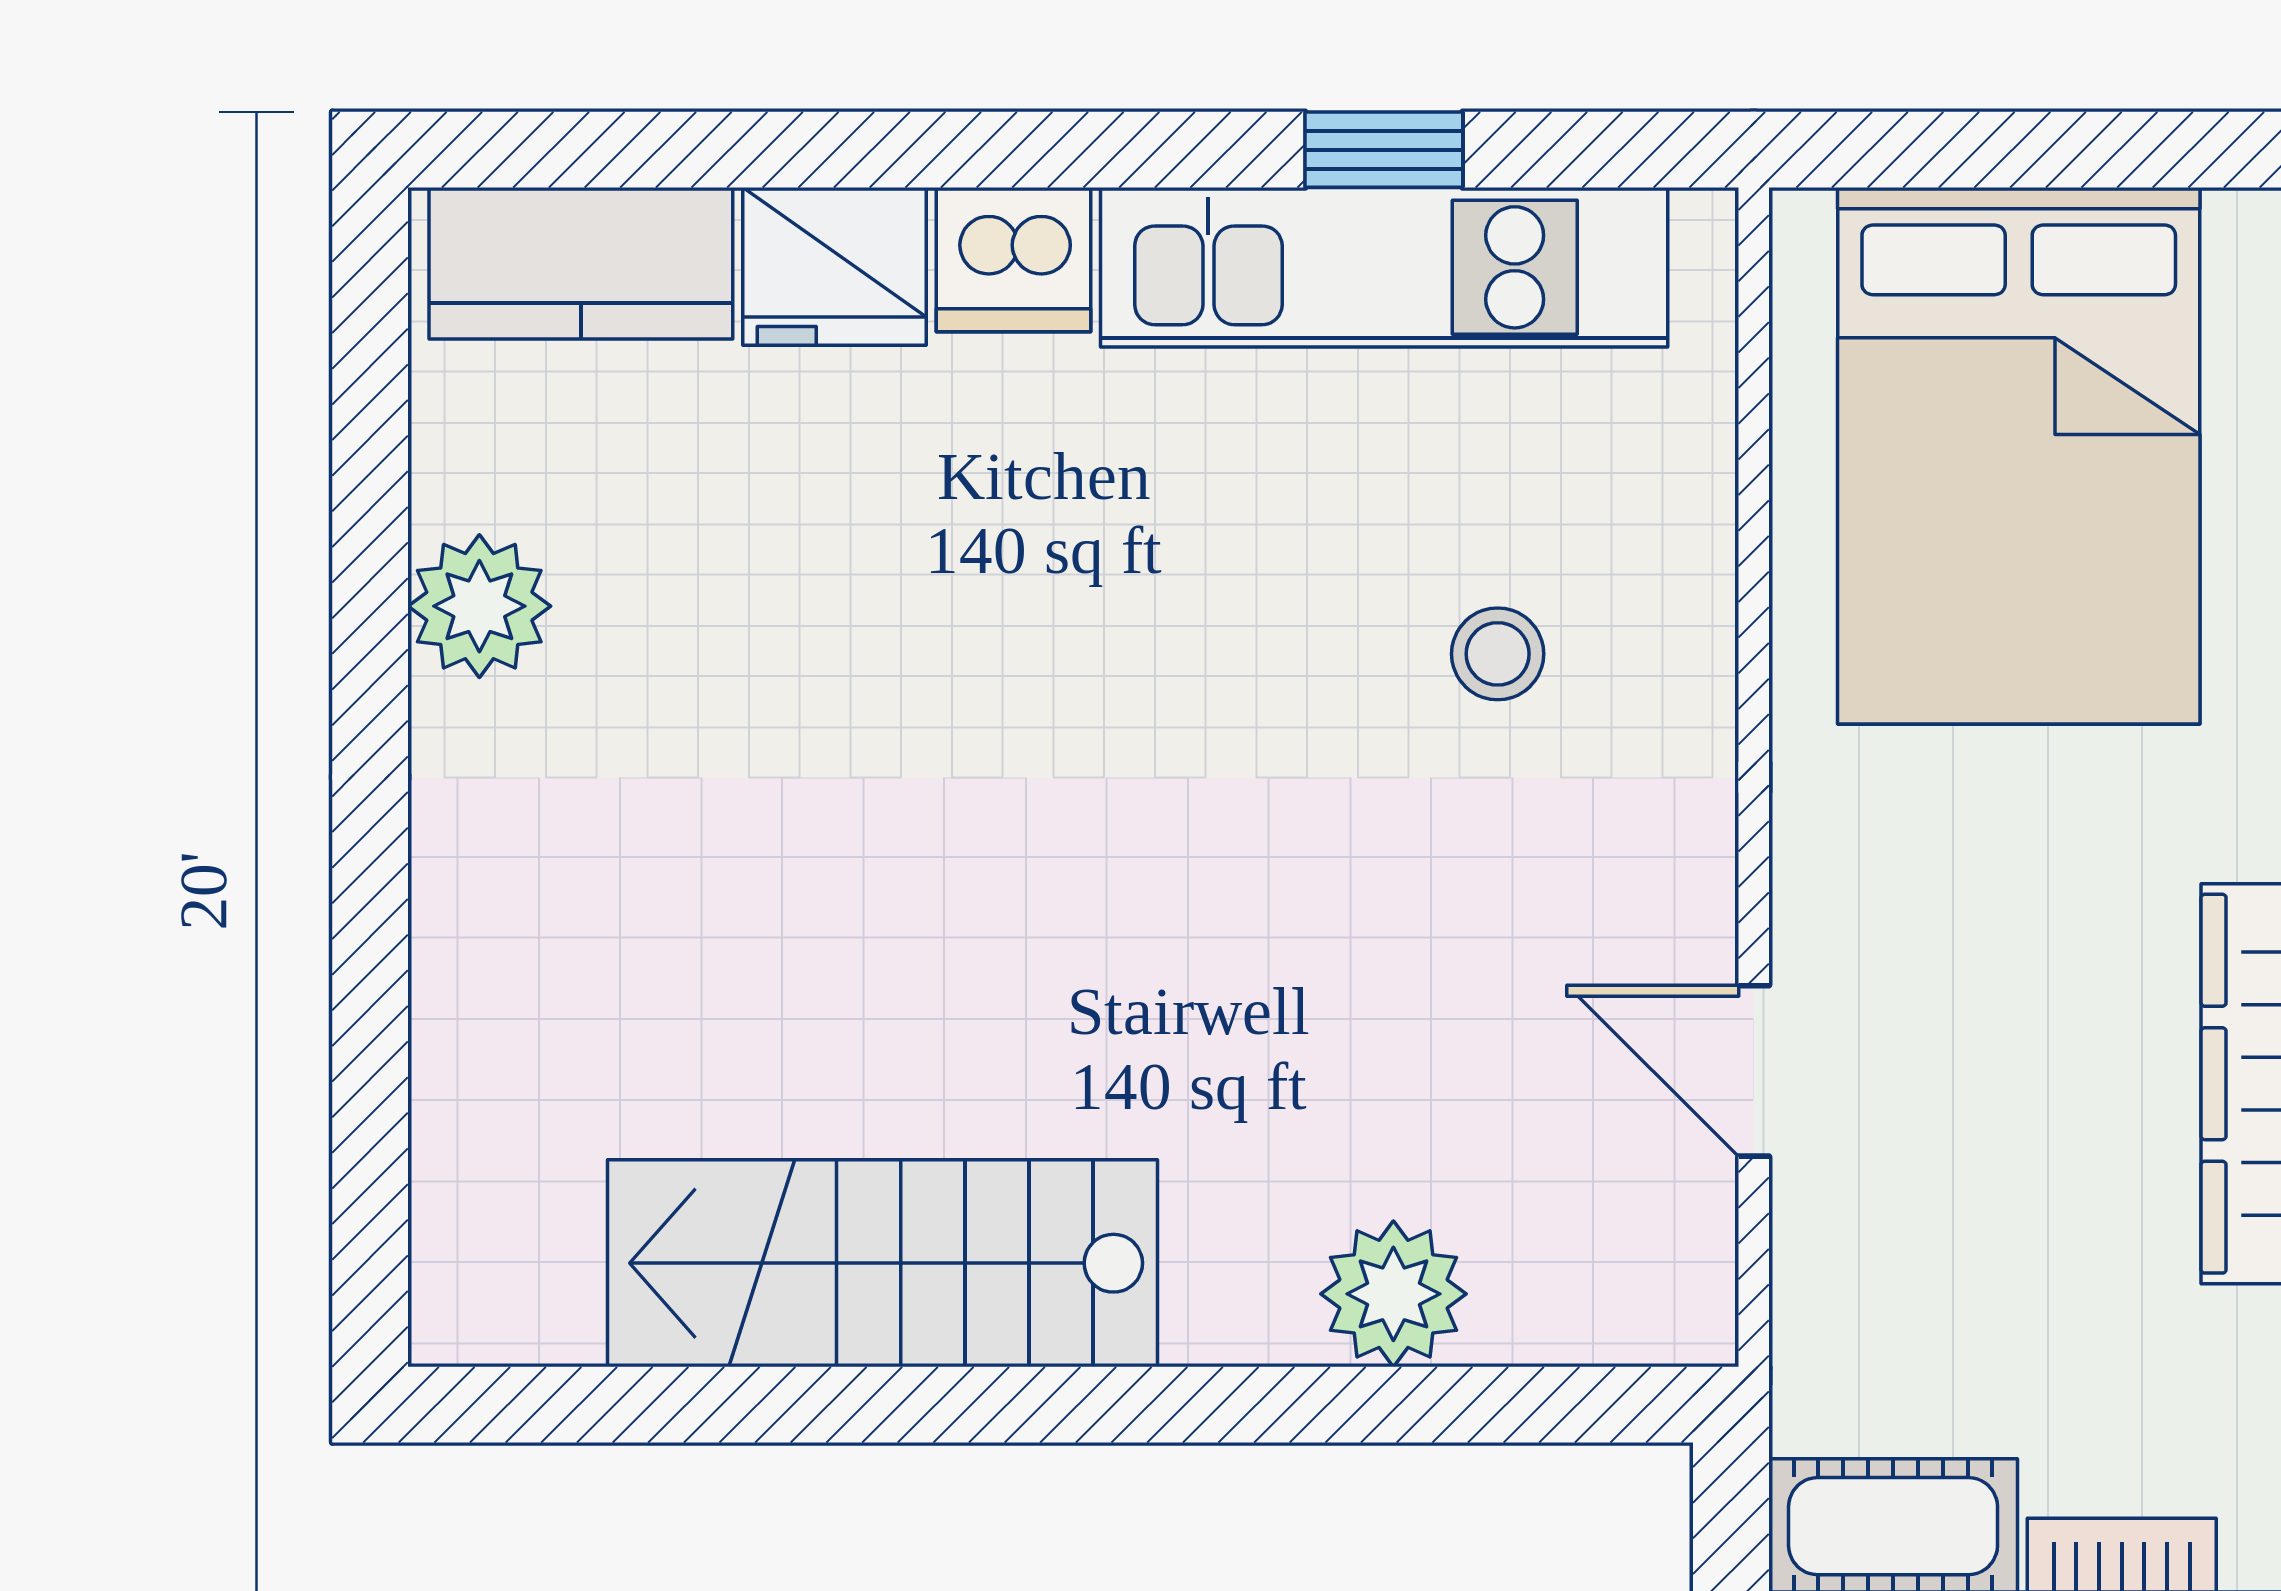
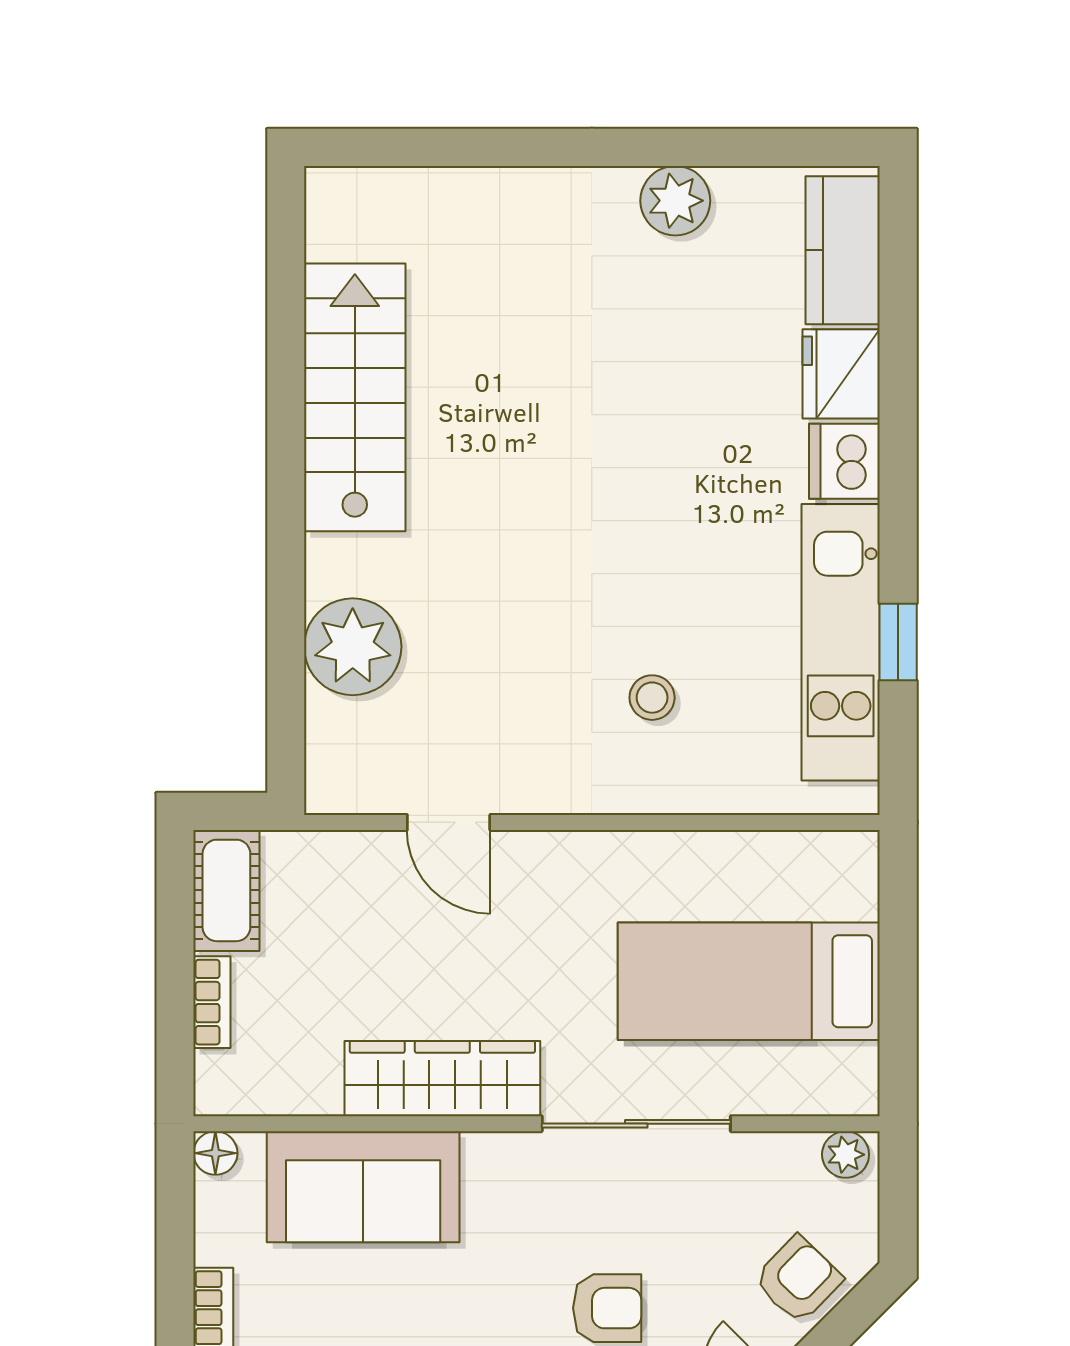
bed: (2019, 456) -> (749, 981), width x0.67
door: (1754, 1071) -> (449, 822), swing flipped
plant: (1393, 1294) -> (353, 647), width x1.36, depth x1.36

